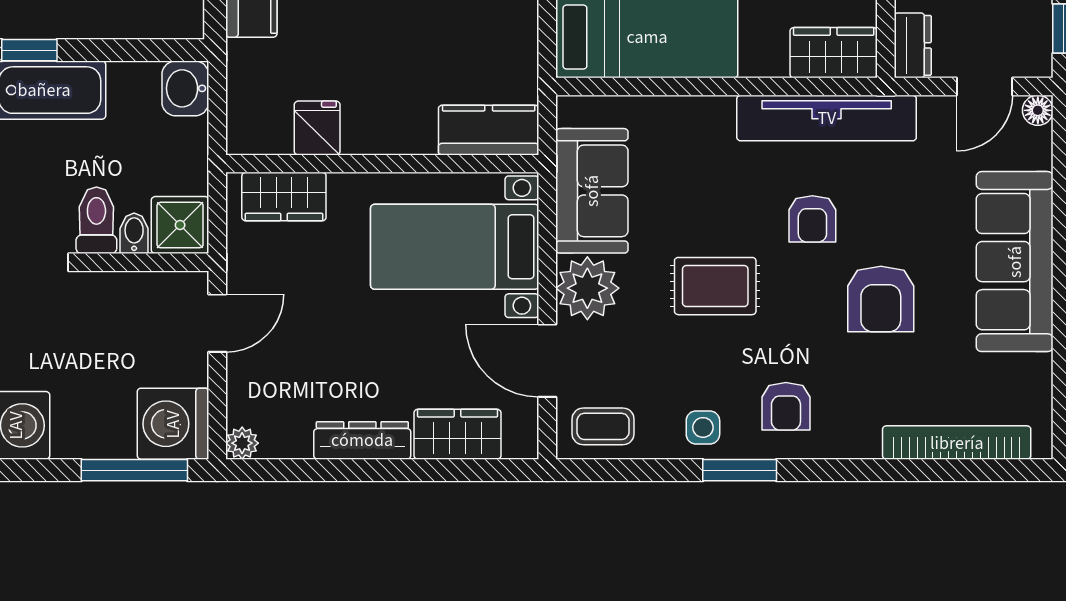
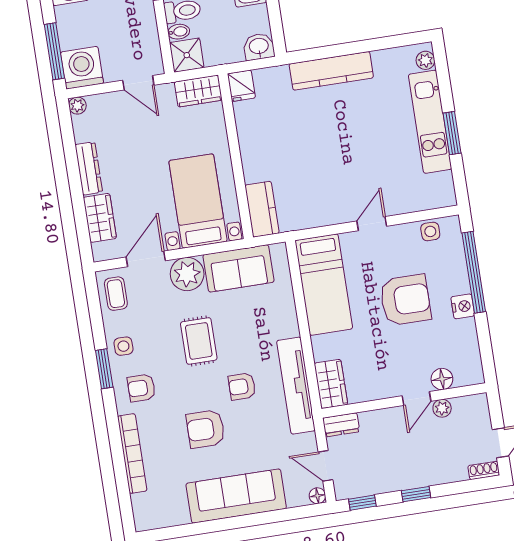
fridge: (317, 128) -> (241, 86), moved, turned 90
wardrobe: (284, 197) -> (198, 91), moved, turned -90
bookcase: (957, 443) -> (132, 454), moved

